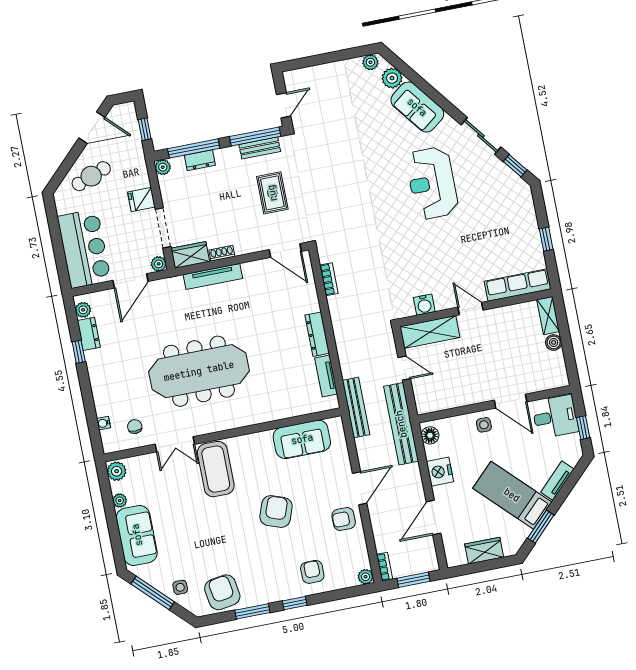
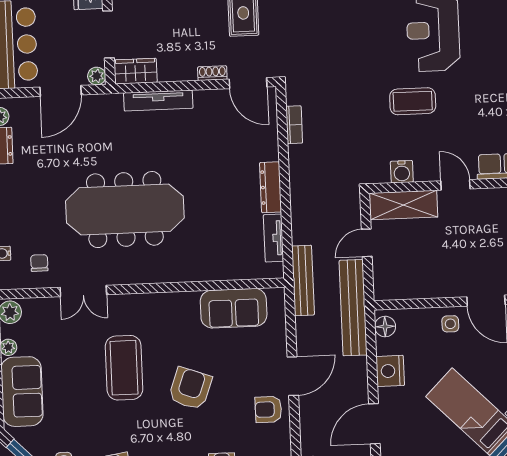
coffee table: (424, 245) -> (413, 101), added
shoe rack: (222, 253) -> (212, 73), moved
door: (404, 368) -> (367, 243), swing flipped
coffee table: (216, 469) -> (124, 368), moved

